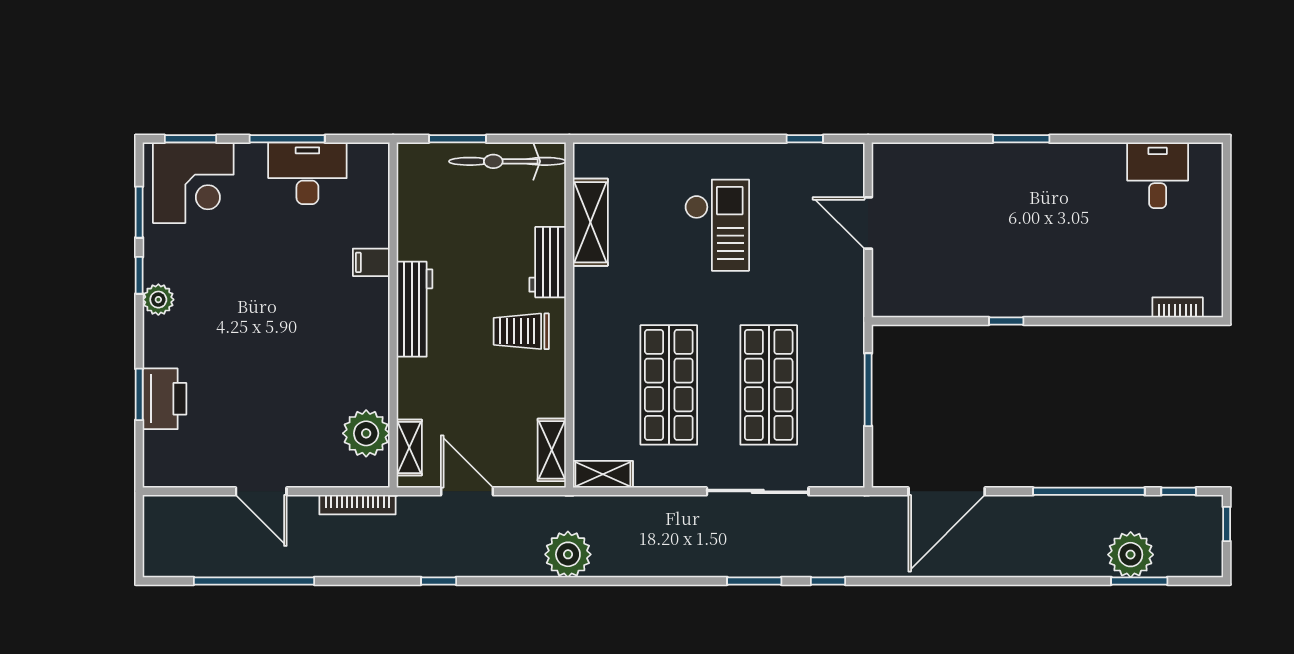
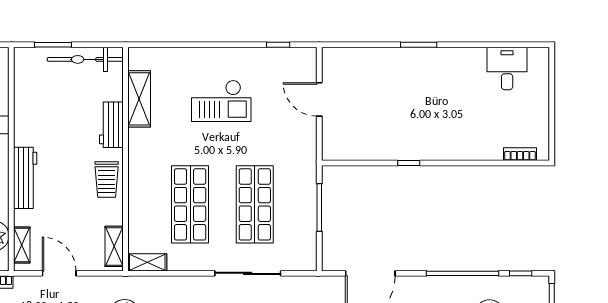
checkout: (717, 225) -> (221, 101), turned 90
workbench: (415, 309) -> (25, 178), moved
trolley: (521, 331) -> (107, 179), moved, turned -90

